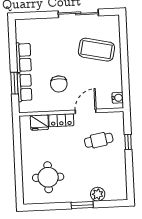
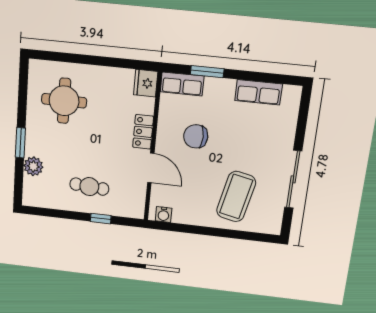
row of seats: (23, 57) -> (258, 92), moved
row of seats: (24, 87) -> (182, 84), moved
fridge: (39, 122) -> (146, 83), moved
cafe table: (99, 140) -> (89, 187), moved, turned -76

